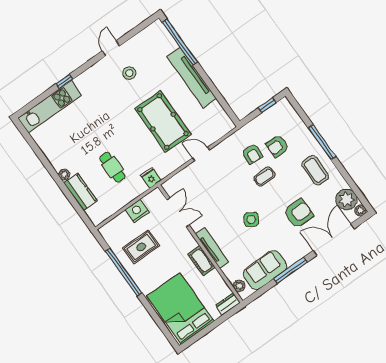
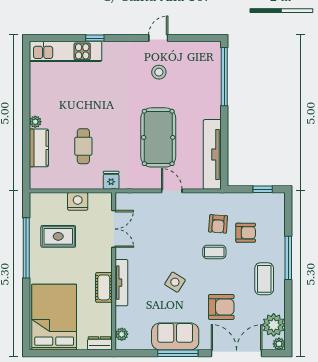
tv unit: (192, 77) -> (212, 154), moved
armchair: (277, 146) -> (246, 233), turned 180
sofa: (265, 270) -> (175, 336), moved

